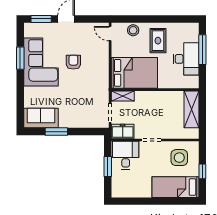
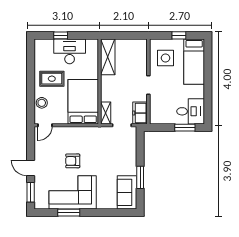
window: (202, 50) -> (61, 35), width x0.46
shelving: (191, 109) -> (108, 57), moved, turned 90
desk: (126, 155) -> (191, 111), moved, turned 180
window: (108, 166) -> (185, 128), moved

